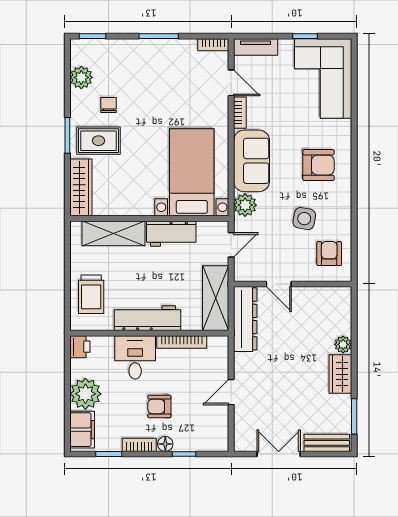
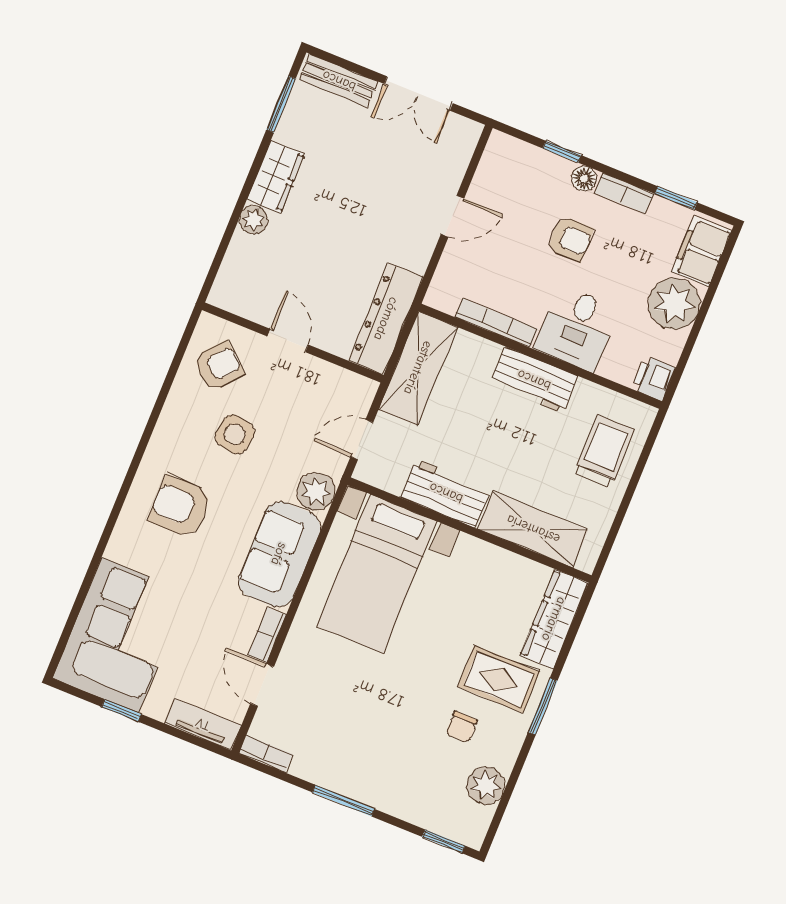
armchair: (329, 254) -> (219, 366), turned -139
door: (279, 284) -> (288, 341), moved
workbench: (147, 318) -> (534, 380), width x0.73

